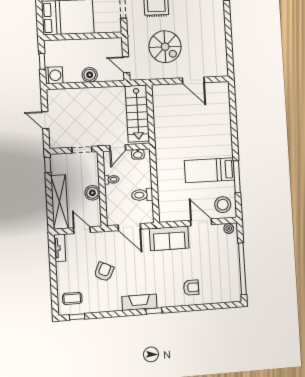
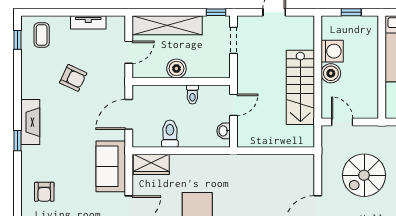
door: (126, 65) -> (342, 122), hinge flipped
washing machine: (54, 75) -> (332, 51), moved, turned -90
stairs: (137, 114) -> (300, 87), moved, turned -90
door: (118, 148) -> (233, 105), swing flipped
doorway: (82, 150) -> (233, 40), moved
wardrobe: (166, 208) -> (151, 164), added
tv unit: (60, 248) -> (88, 22), moved

